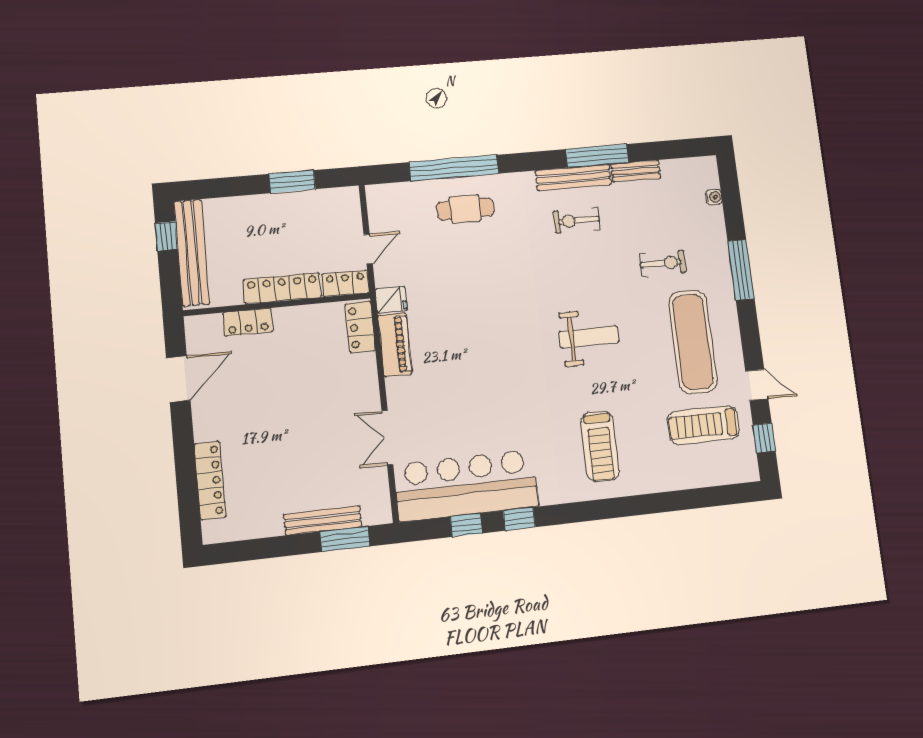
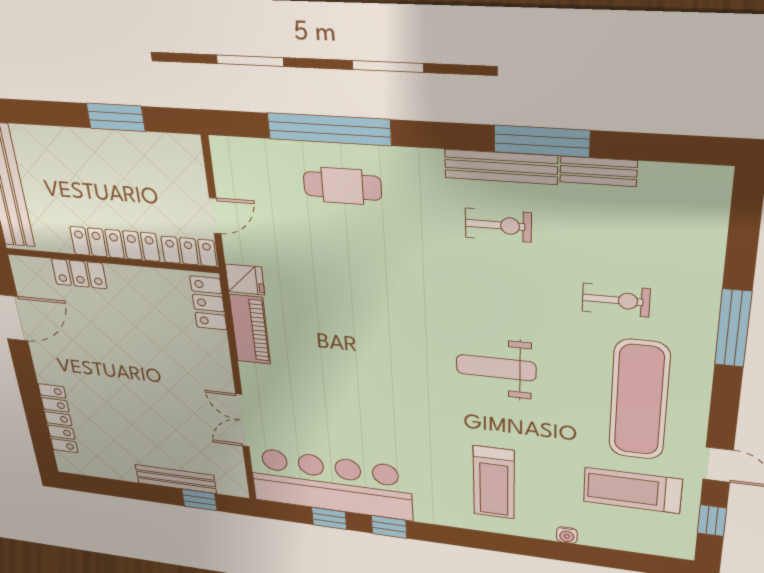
water cooler: (714, 197) -> (567, 535), moved, turned 90
exercise bike: (577, 220) -> (498, 225), turned 180
weight bench: (589, 337) -> (496, 368), turned 180
window: (345, 539) -> (199, 500), width x0.67

